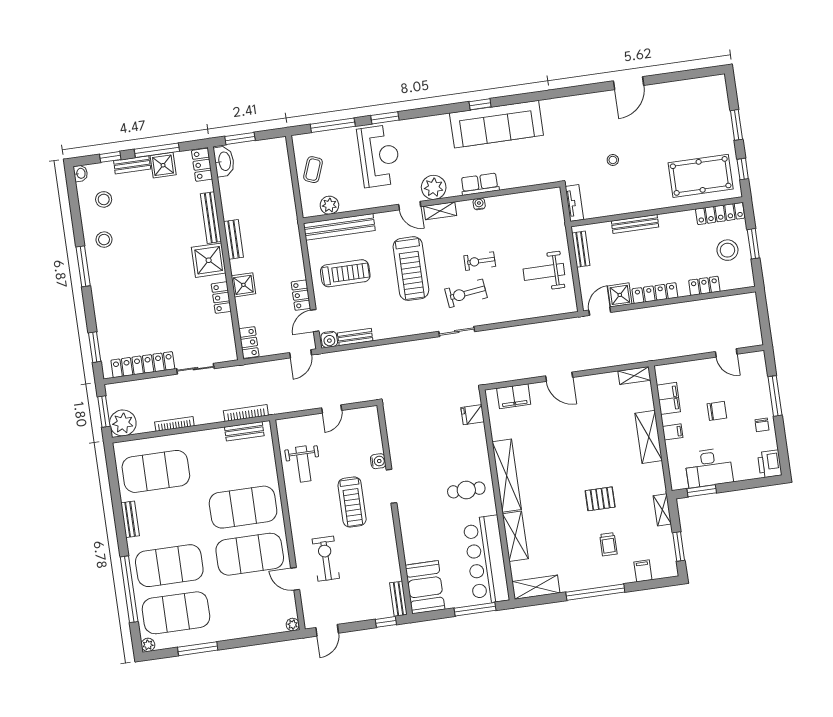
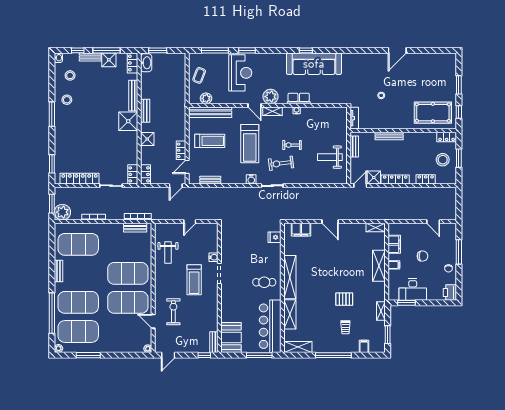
locker: (720, 213) -> (447, 137), width x0.66
locker: (221, 298) -> (133, 174), moved
water cooler: (329, 339) -> (251, 179), moved

